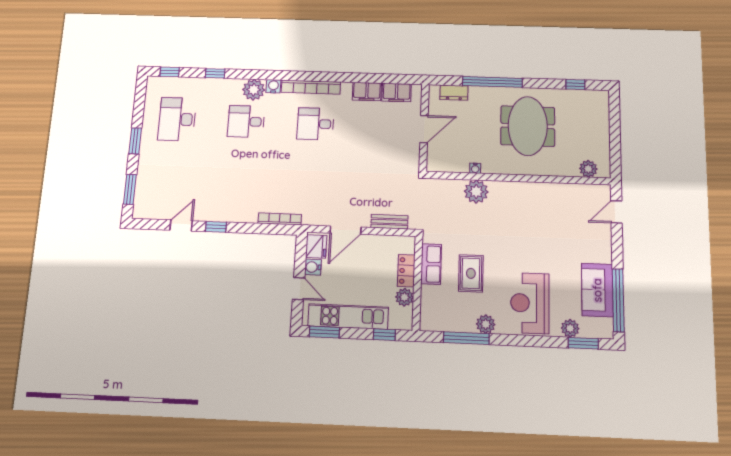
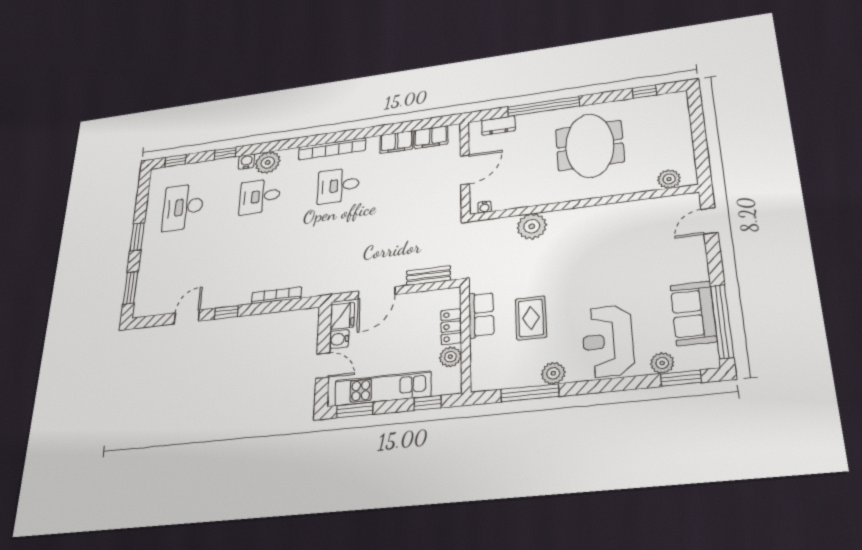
water cooler: (273, 86) -> (246, 162), moved
water cooler: (475, 168) -> (484, 207), moved
bookcase: (280, 219) -> (276, 295), moved

